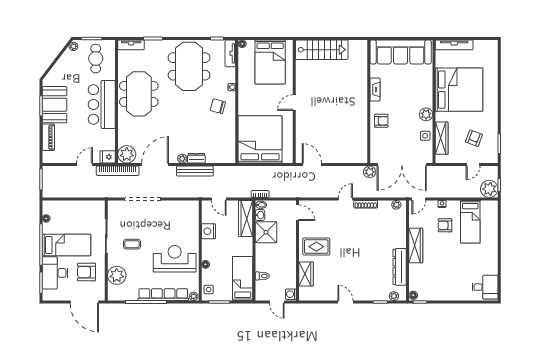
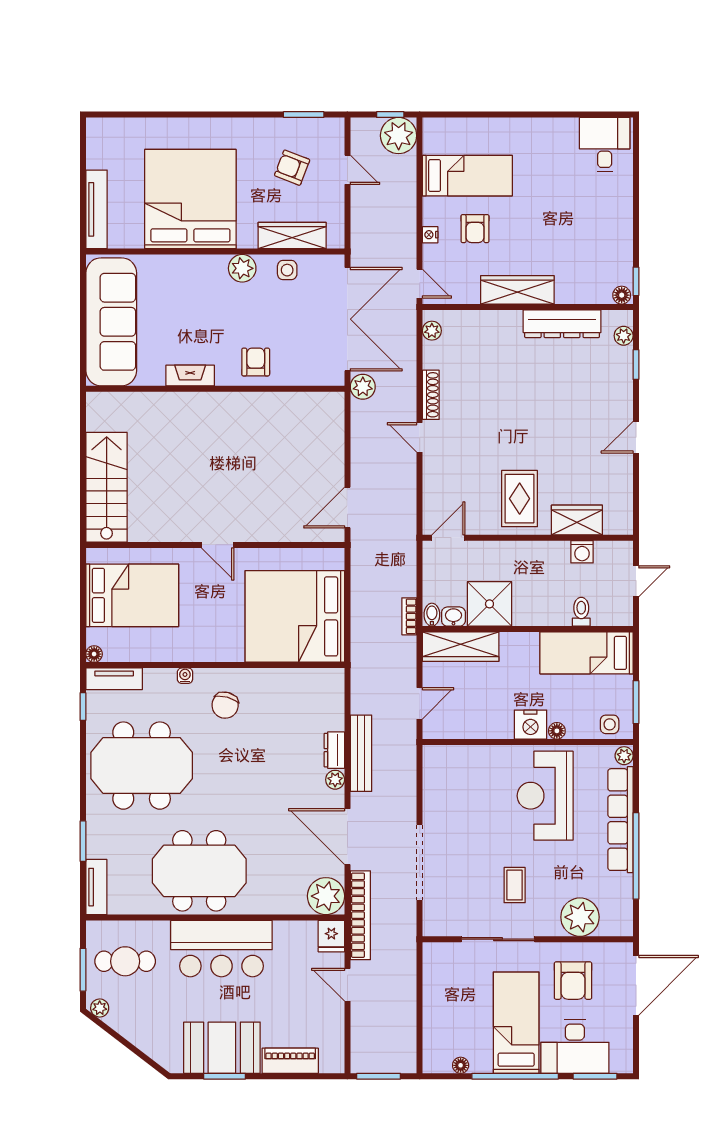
nightstand: (208, 231) -> (530, 725), moved
washing machine: (291, 294) -> (582, 552), moved

